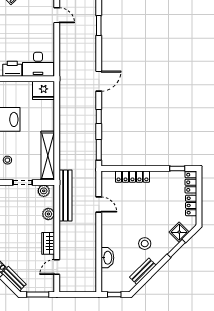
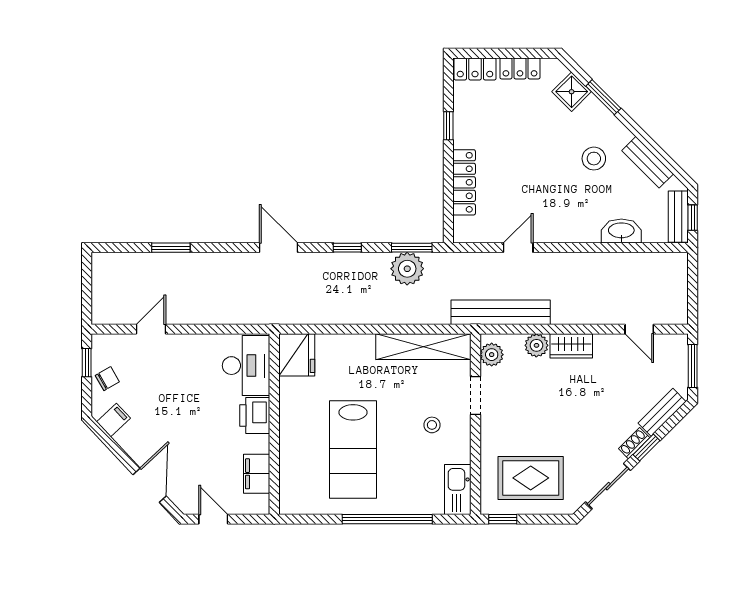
plant: (88, 147) -> (407, 269), added
window: (177, 169) -> (448, 126), moved
wardrobe: (48, 243) -> (571, 346), moved
bench: (115, 287) -> (678, 217), added

